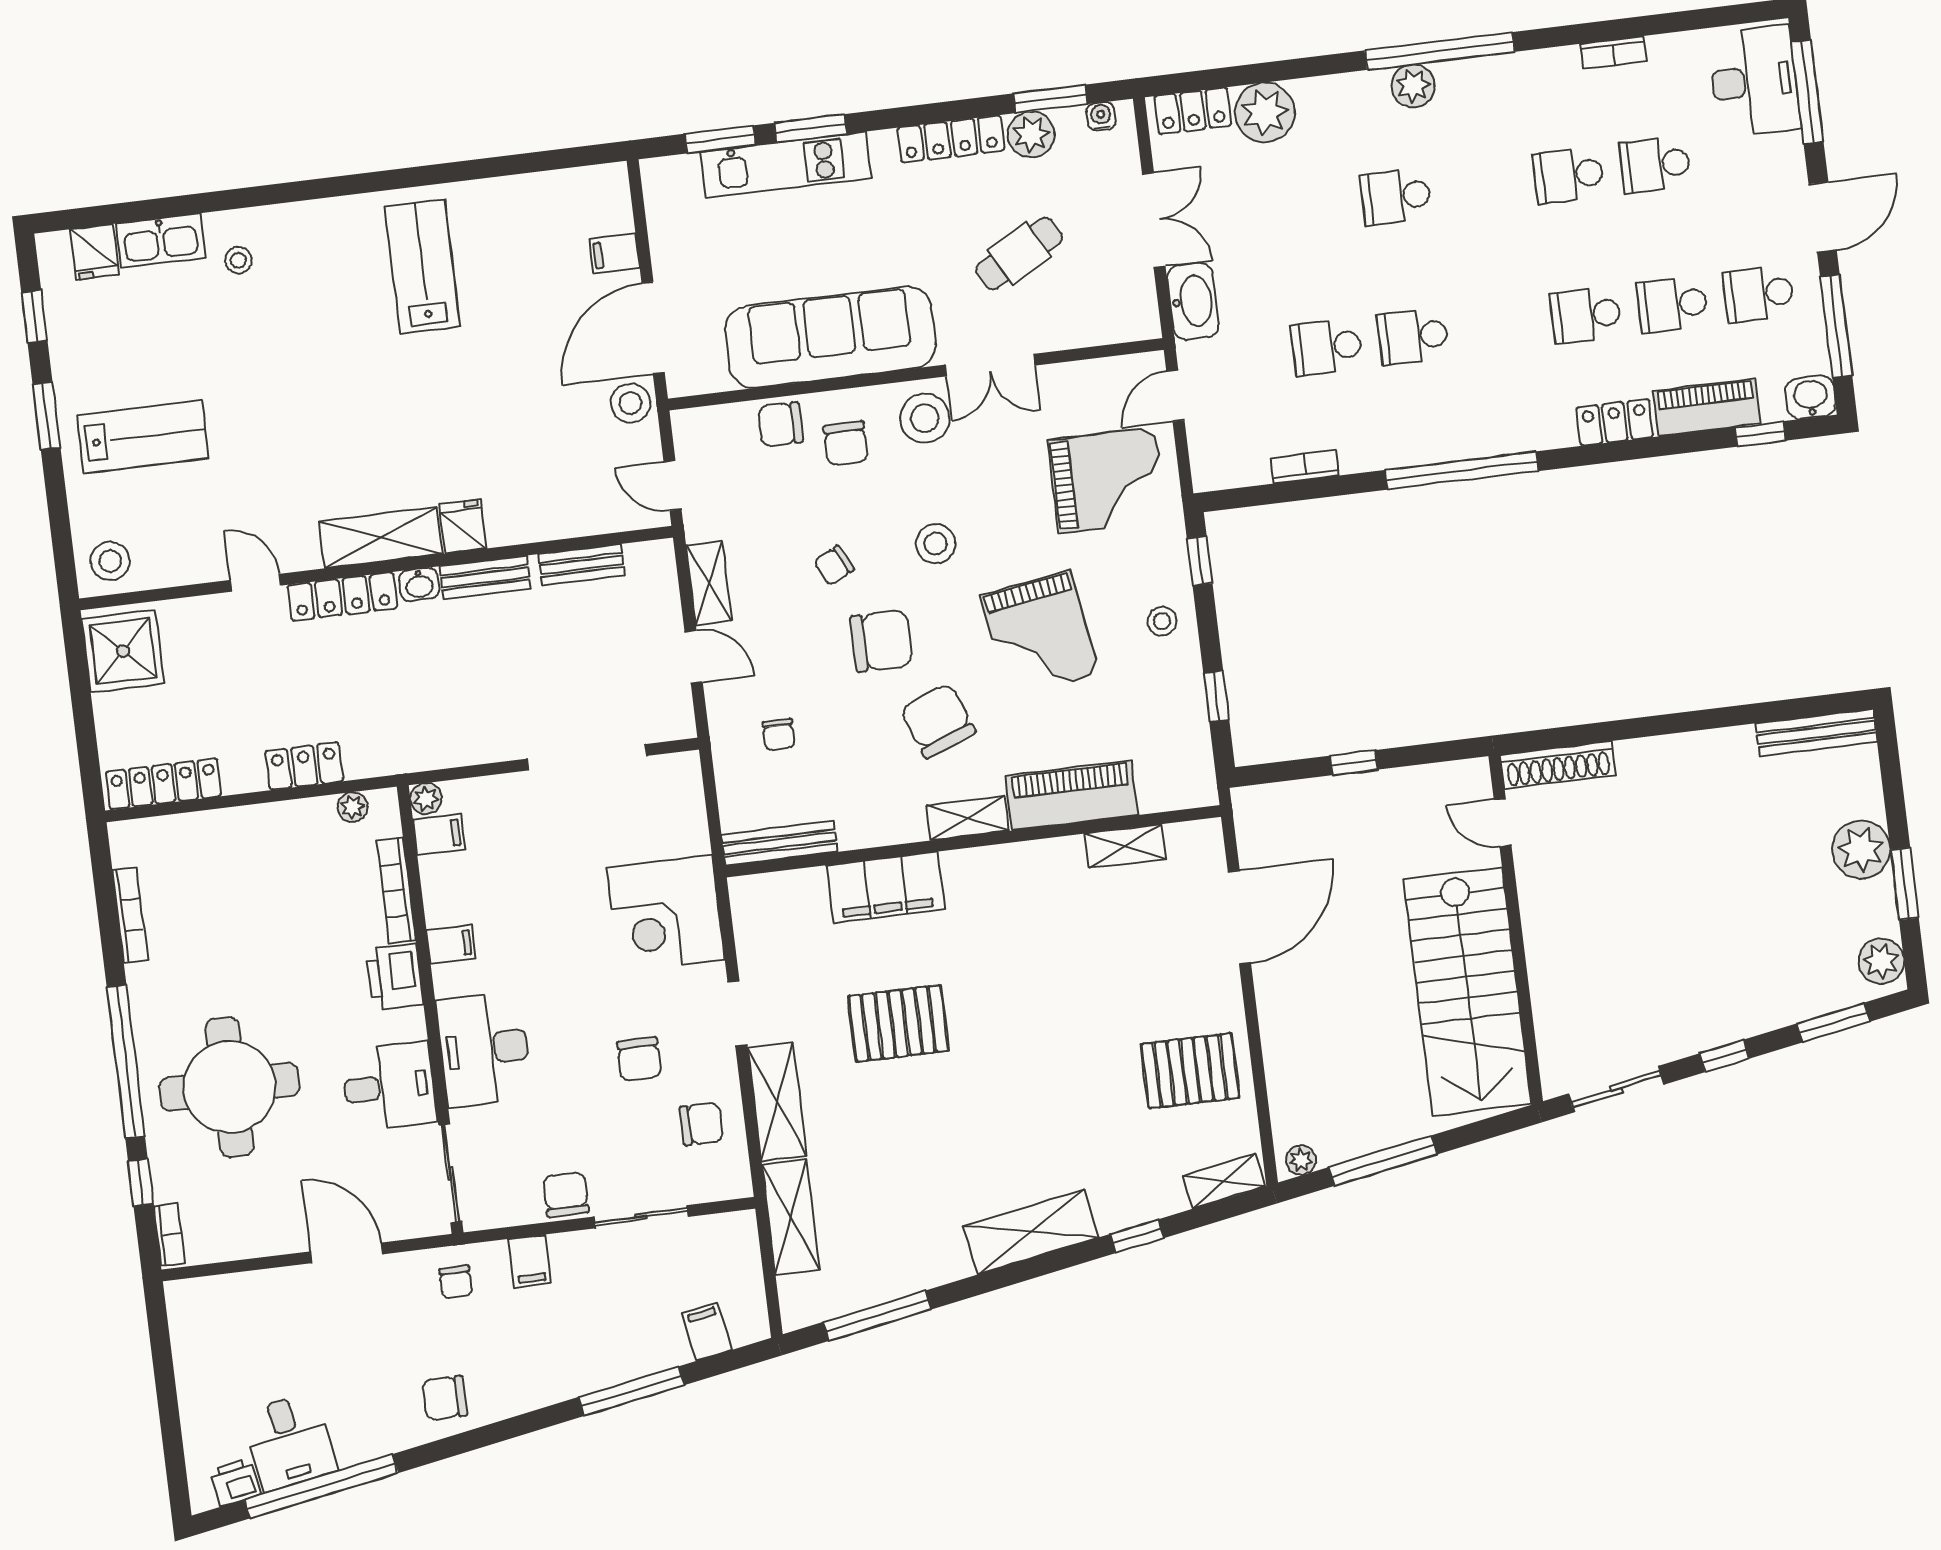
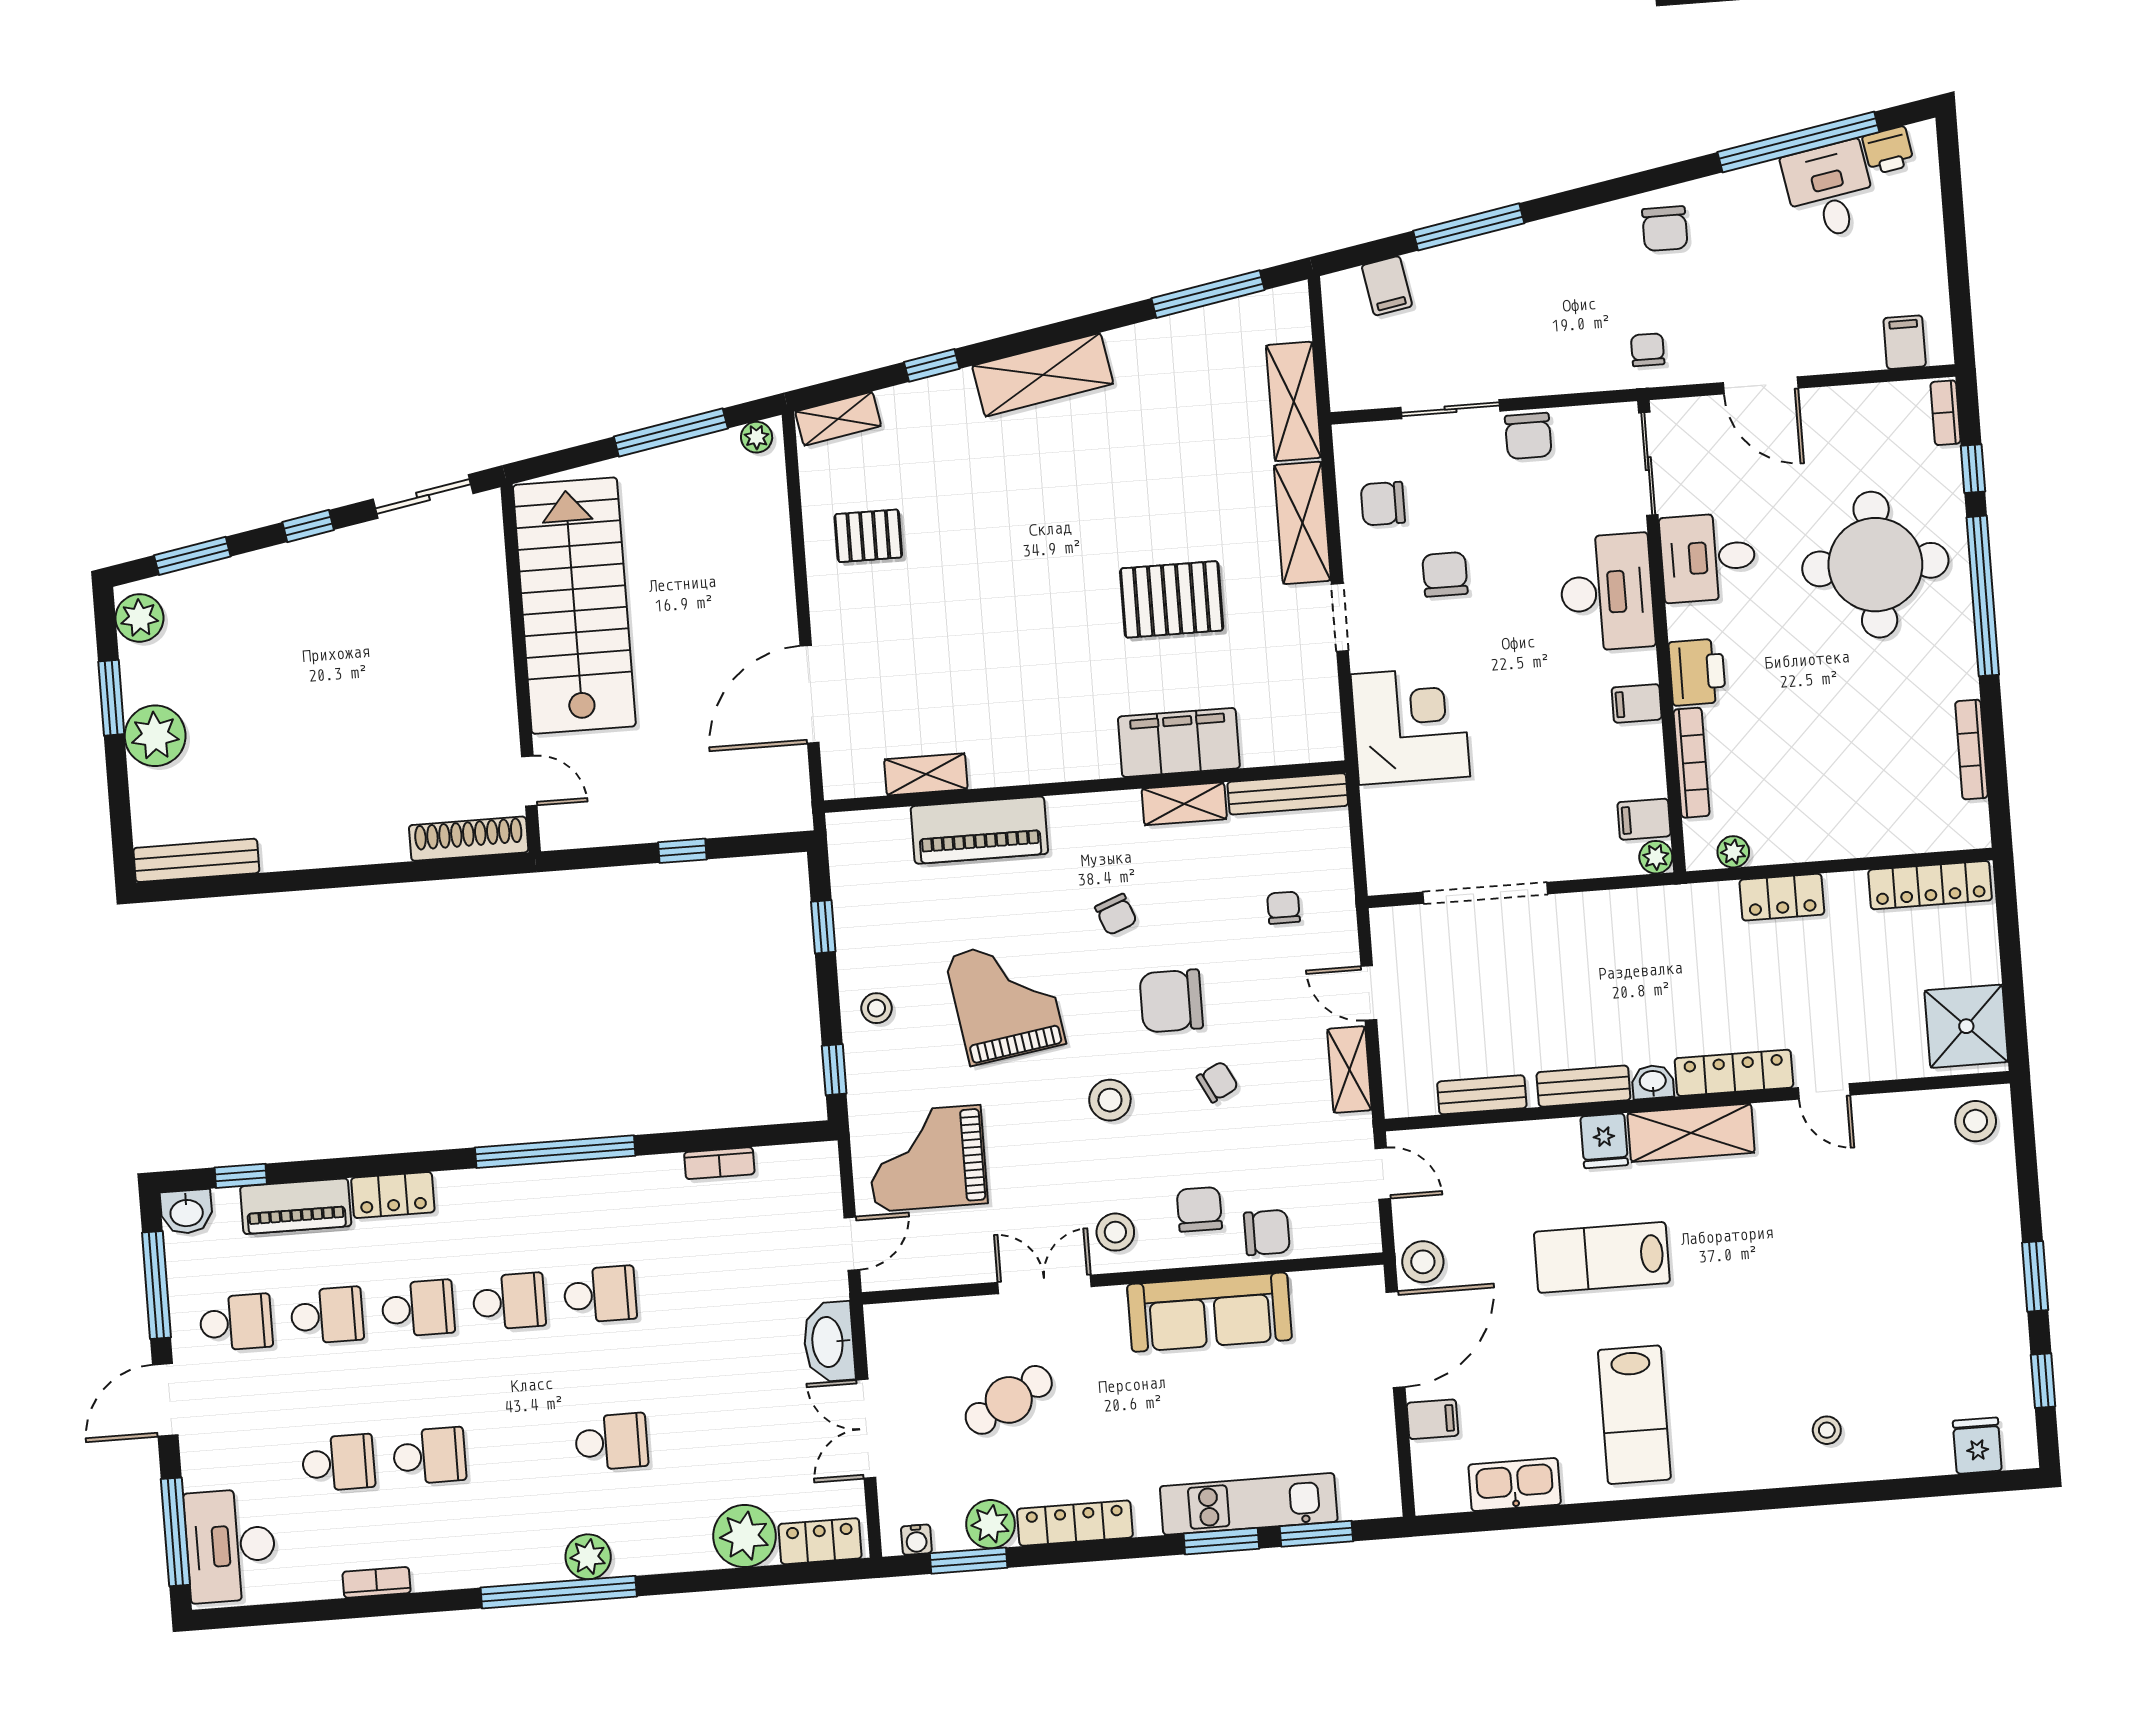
kitchen sink: (161, 241) -> (1515, 1485), moved
sofa: (831, 337) -> (1209, 1312), width x0.74, depth x0.79
school desk: (1327, 347) -> (509, 1301), moved
stool: (925, 418) -> (1115, 1232), width x0.73, depth x0.73
lab bench: (143, 437) -> (1602, 1257), moved
chair: (938, 721) -> (1116, 914), width x0.54, depth x0.54
shelving: (967, 818) -> (1184, 804), moved
pallet: (1190, 1071) -> (868, 536), width x0.67, depth x0.71
filing cabinet: (530, 1261) -> (1905, 342), moved
chair: (445, 1398) -> (1665, 229), turned 90

